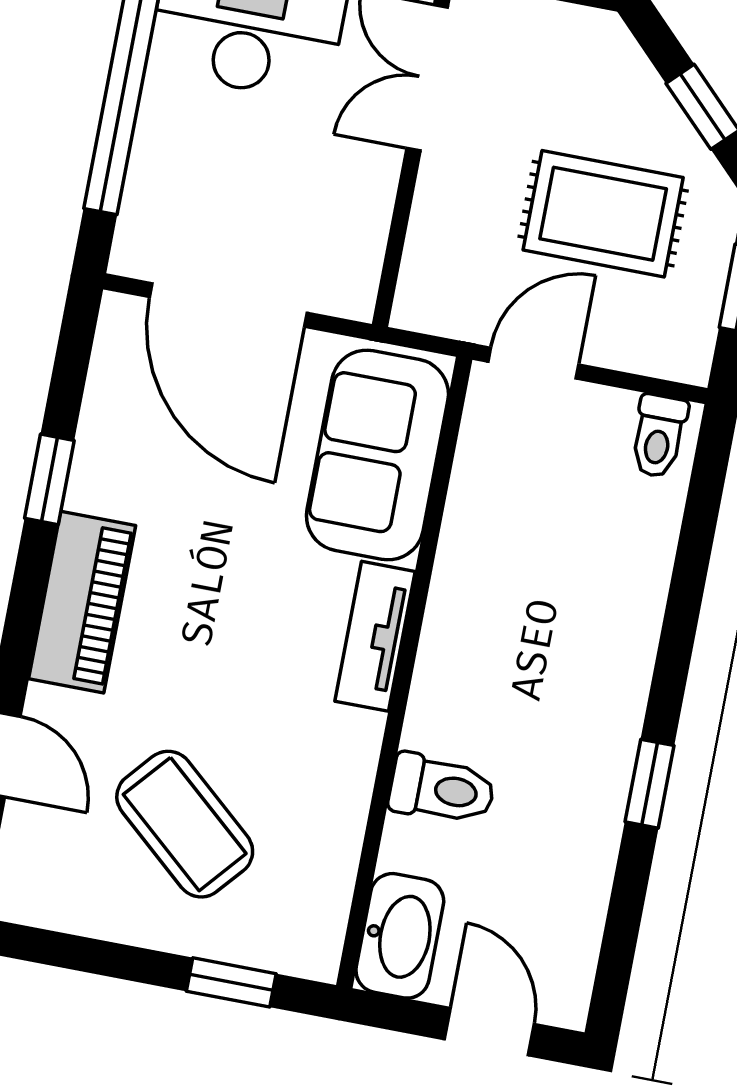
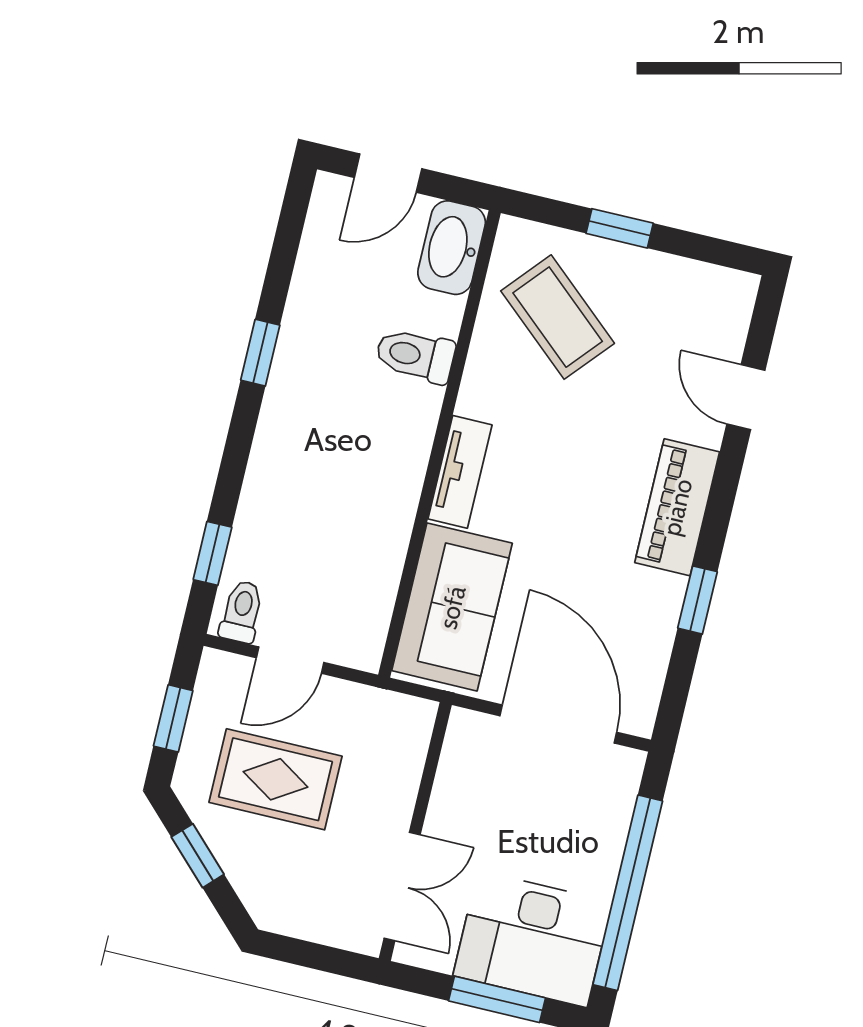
door: (533, 363) -> (290, 660), moved
window: (701, 512) -> (212, 553), added
coffee table: (185, 824) -> (558, 317), moved
window: (231, 982) -> (620, 228), moved
door: (489, 1032) -> (388, 173), hinge flipped

